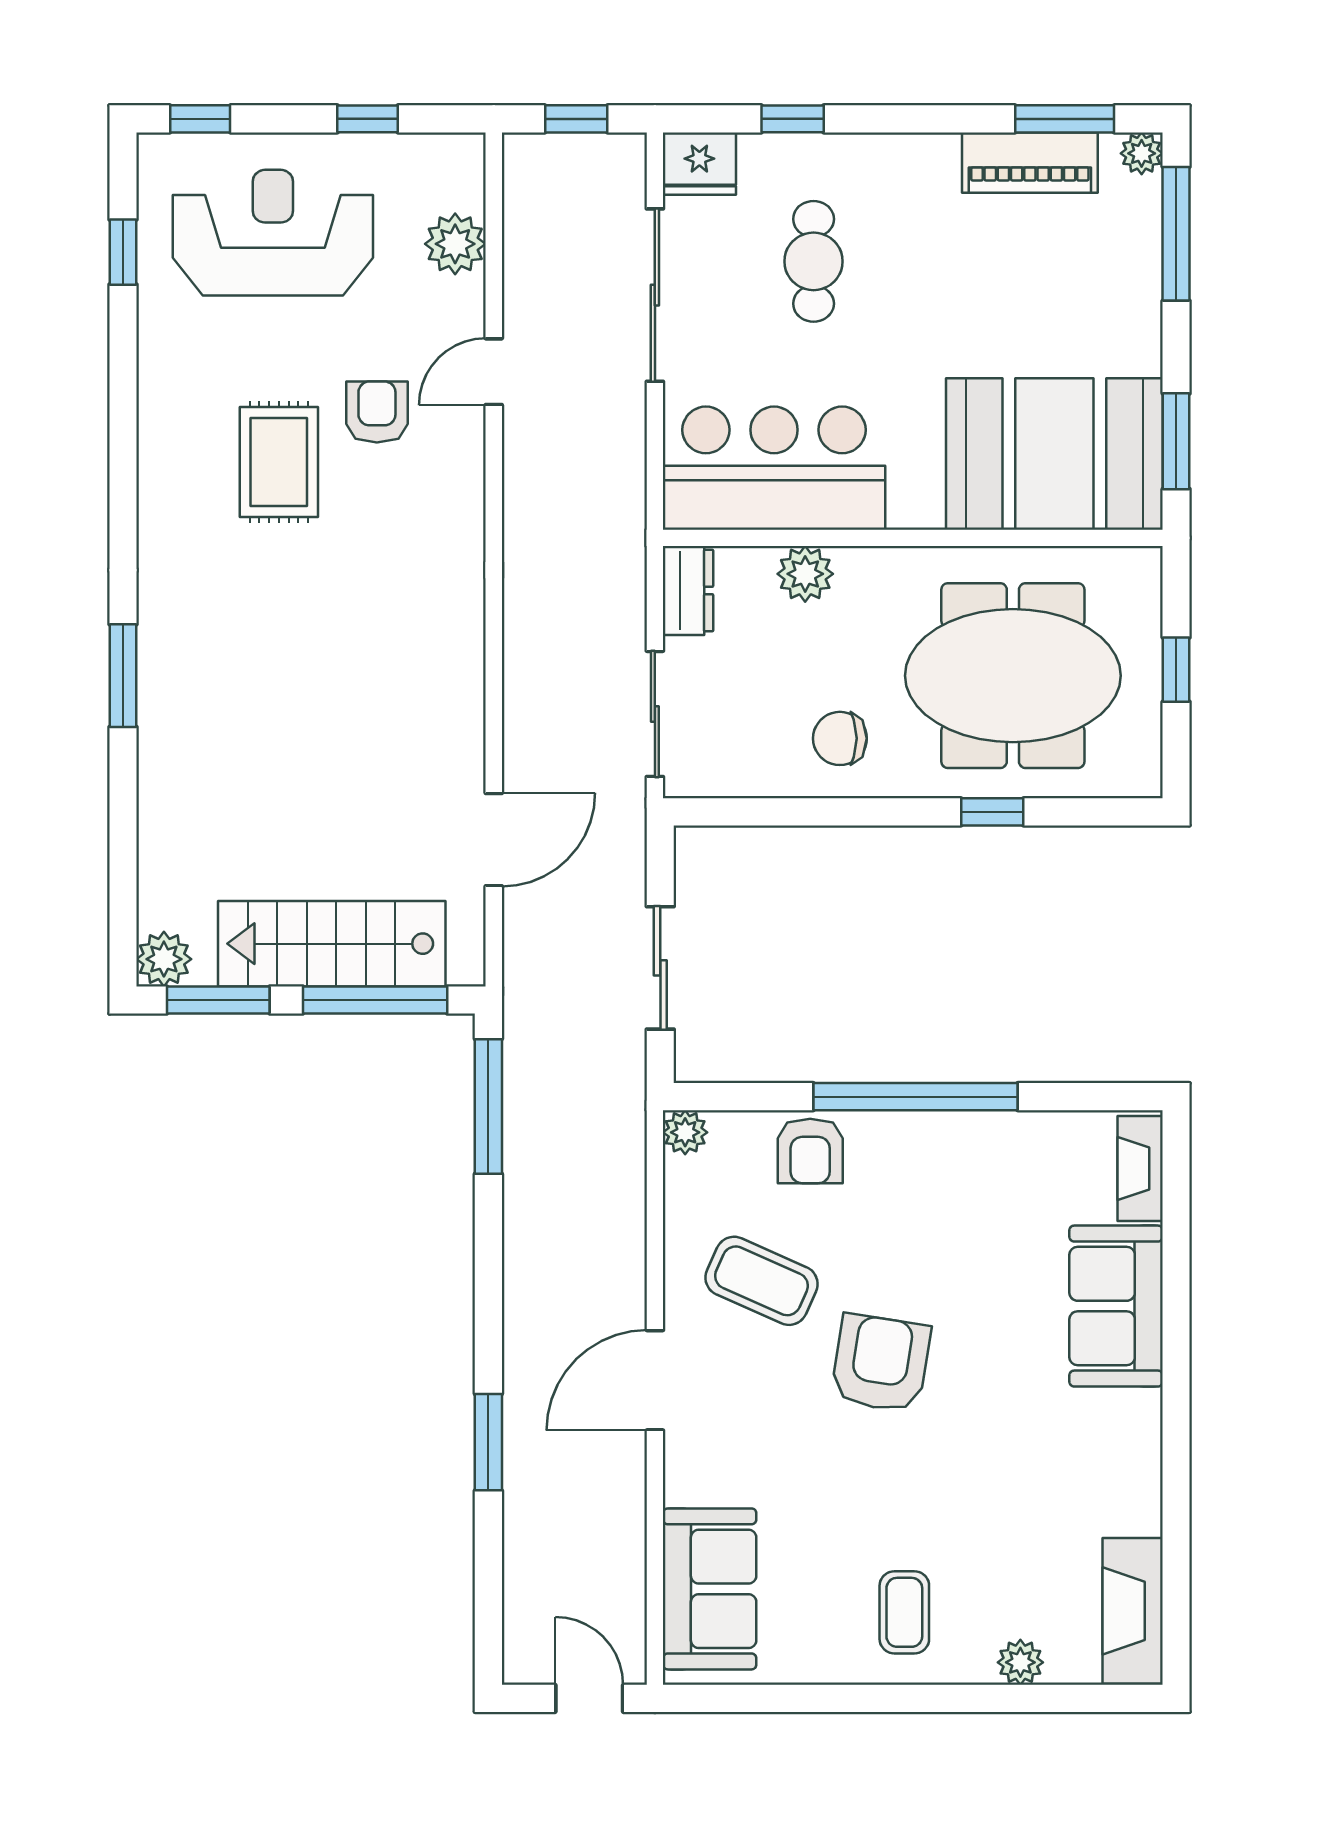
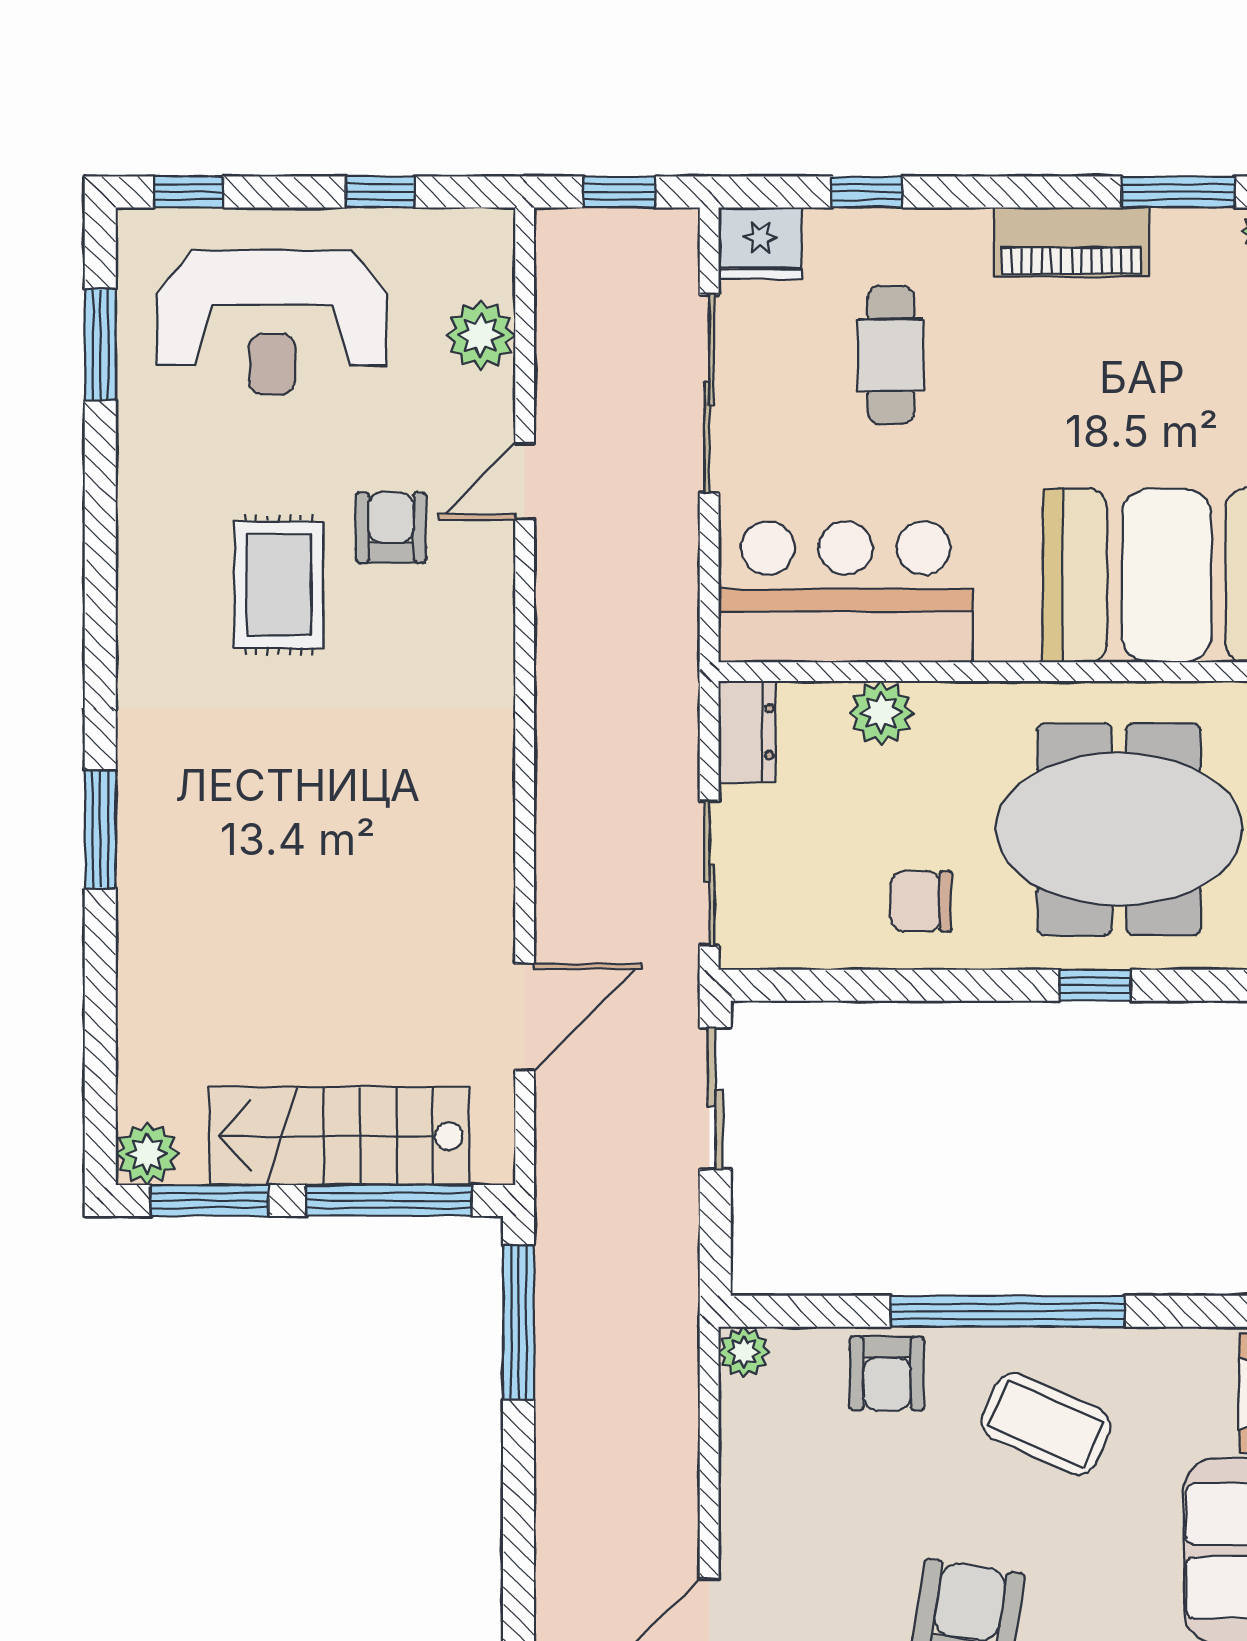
piano: (1030, 163) -> (1071, 242), moved
reception desk: (273, 233) -> (272, 322), turned 180
window: (123, 252) -> (100, 345), width x1.50
sliding door: (660, 968) -> (715, 1098), moved
coffee table: (761, 1281) -> (1046, 1424), moved

